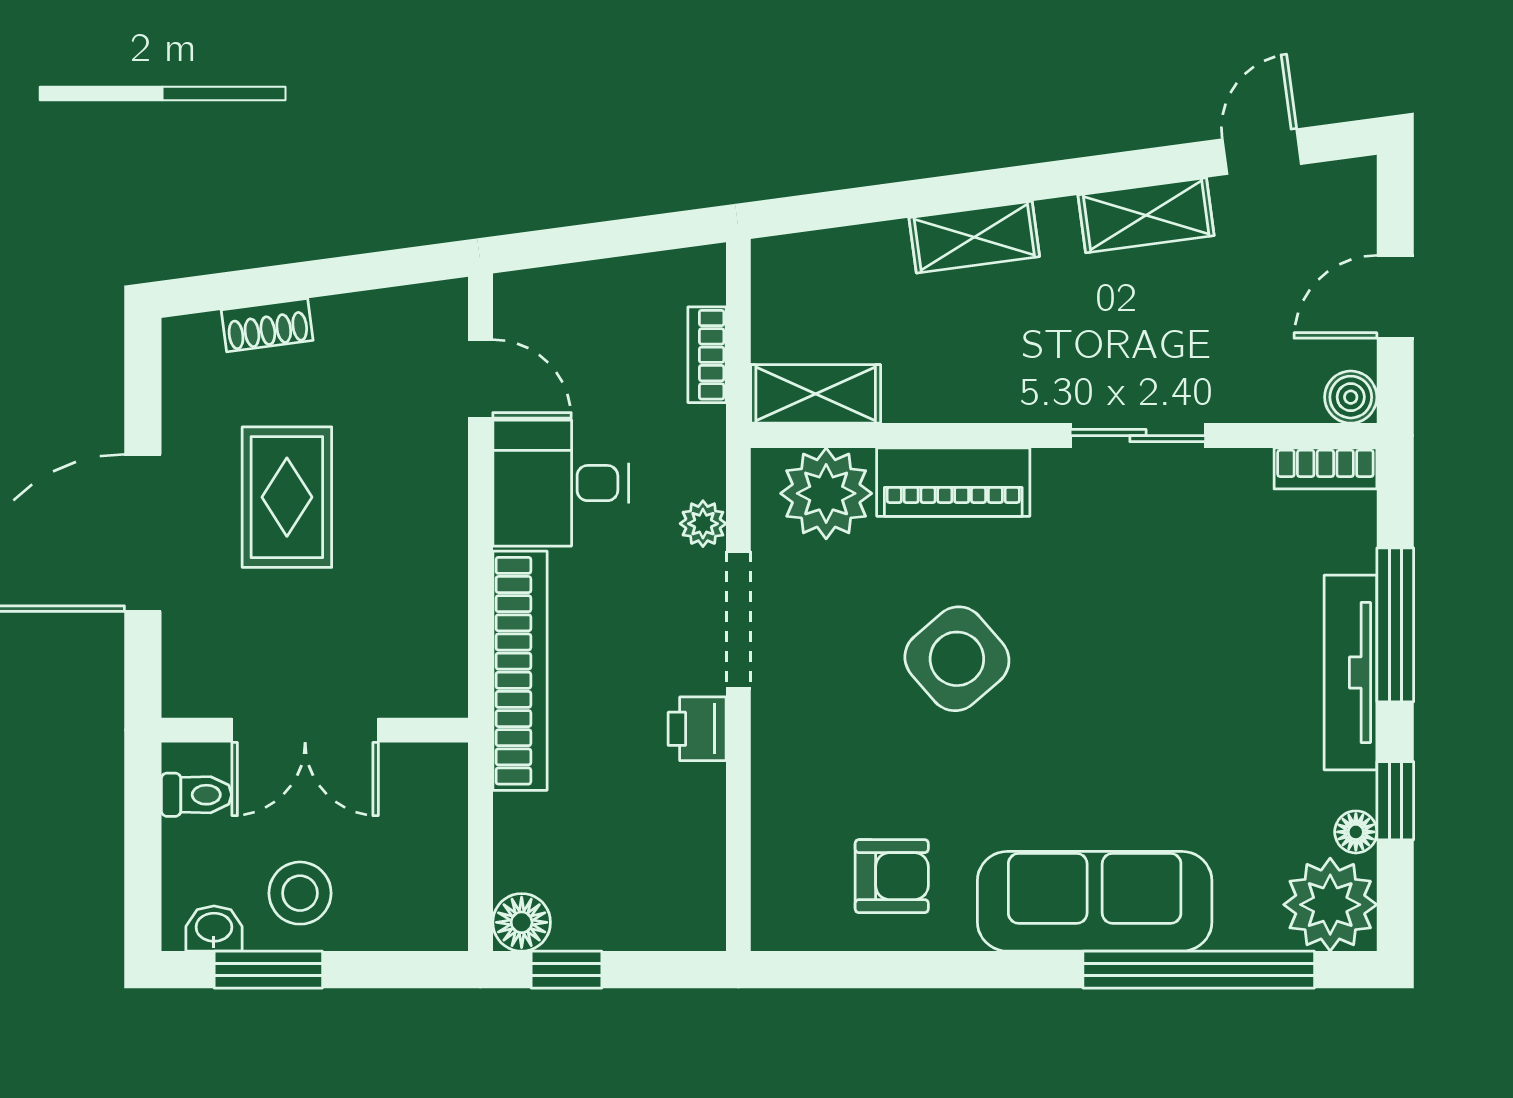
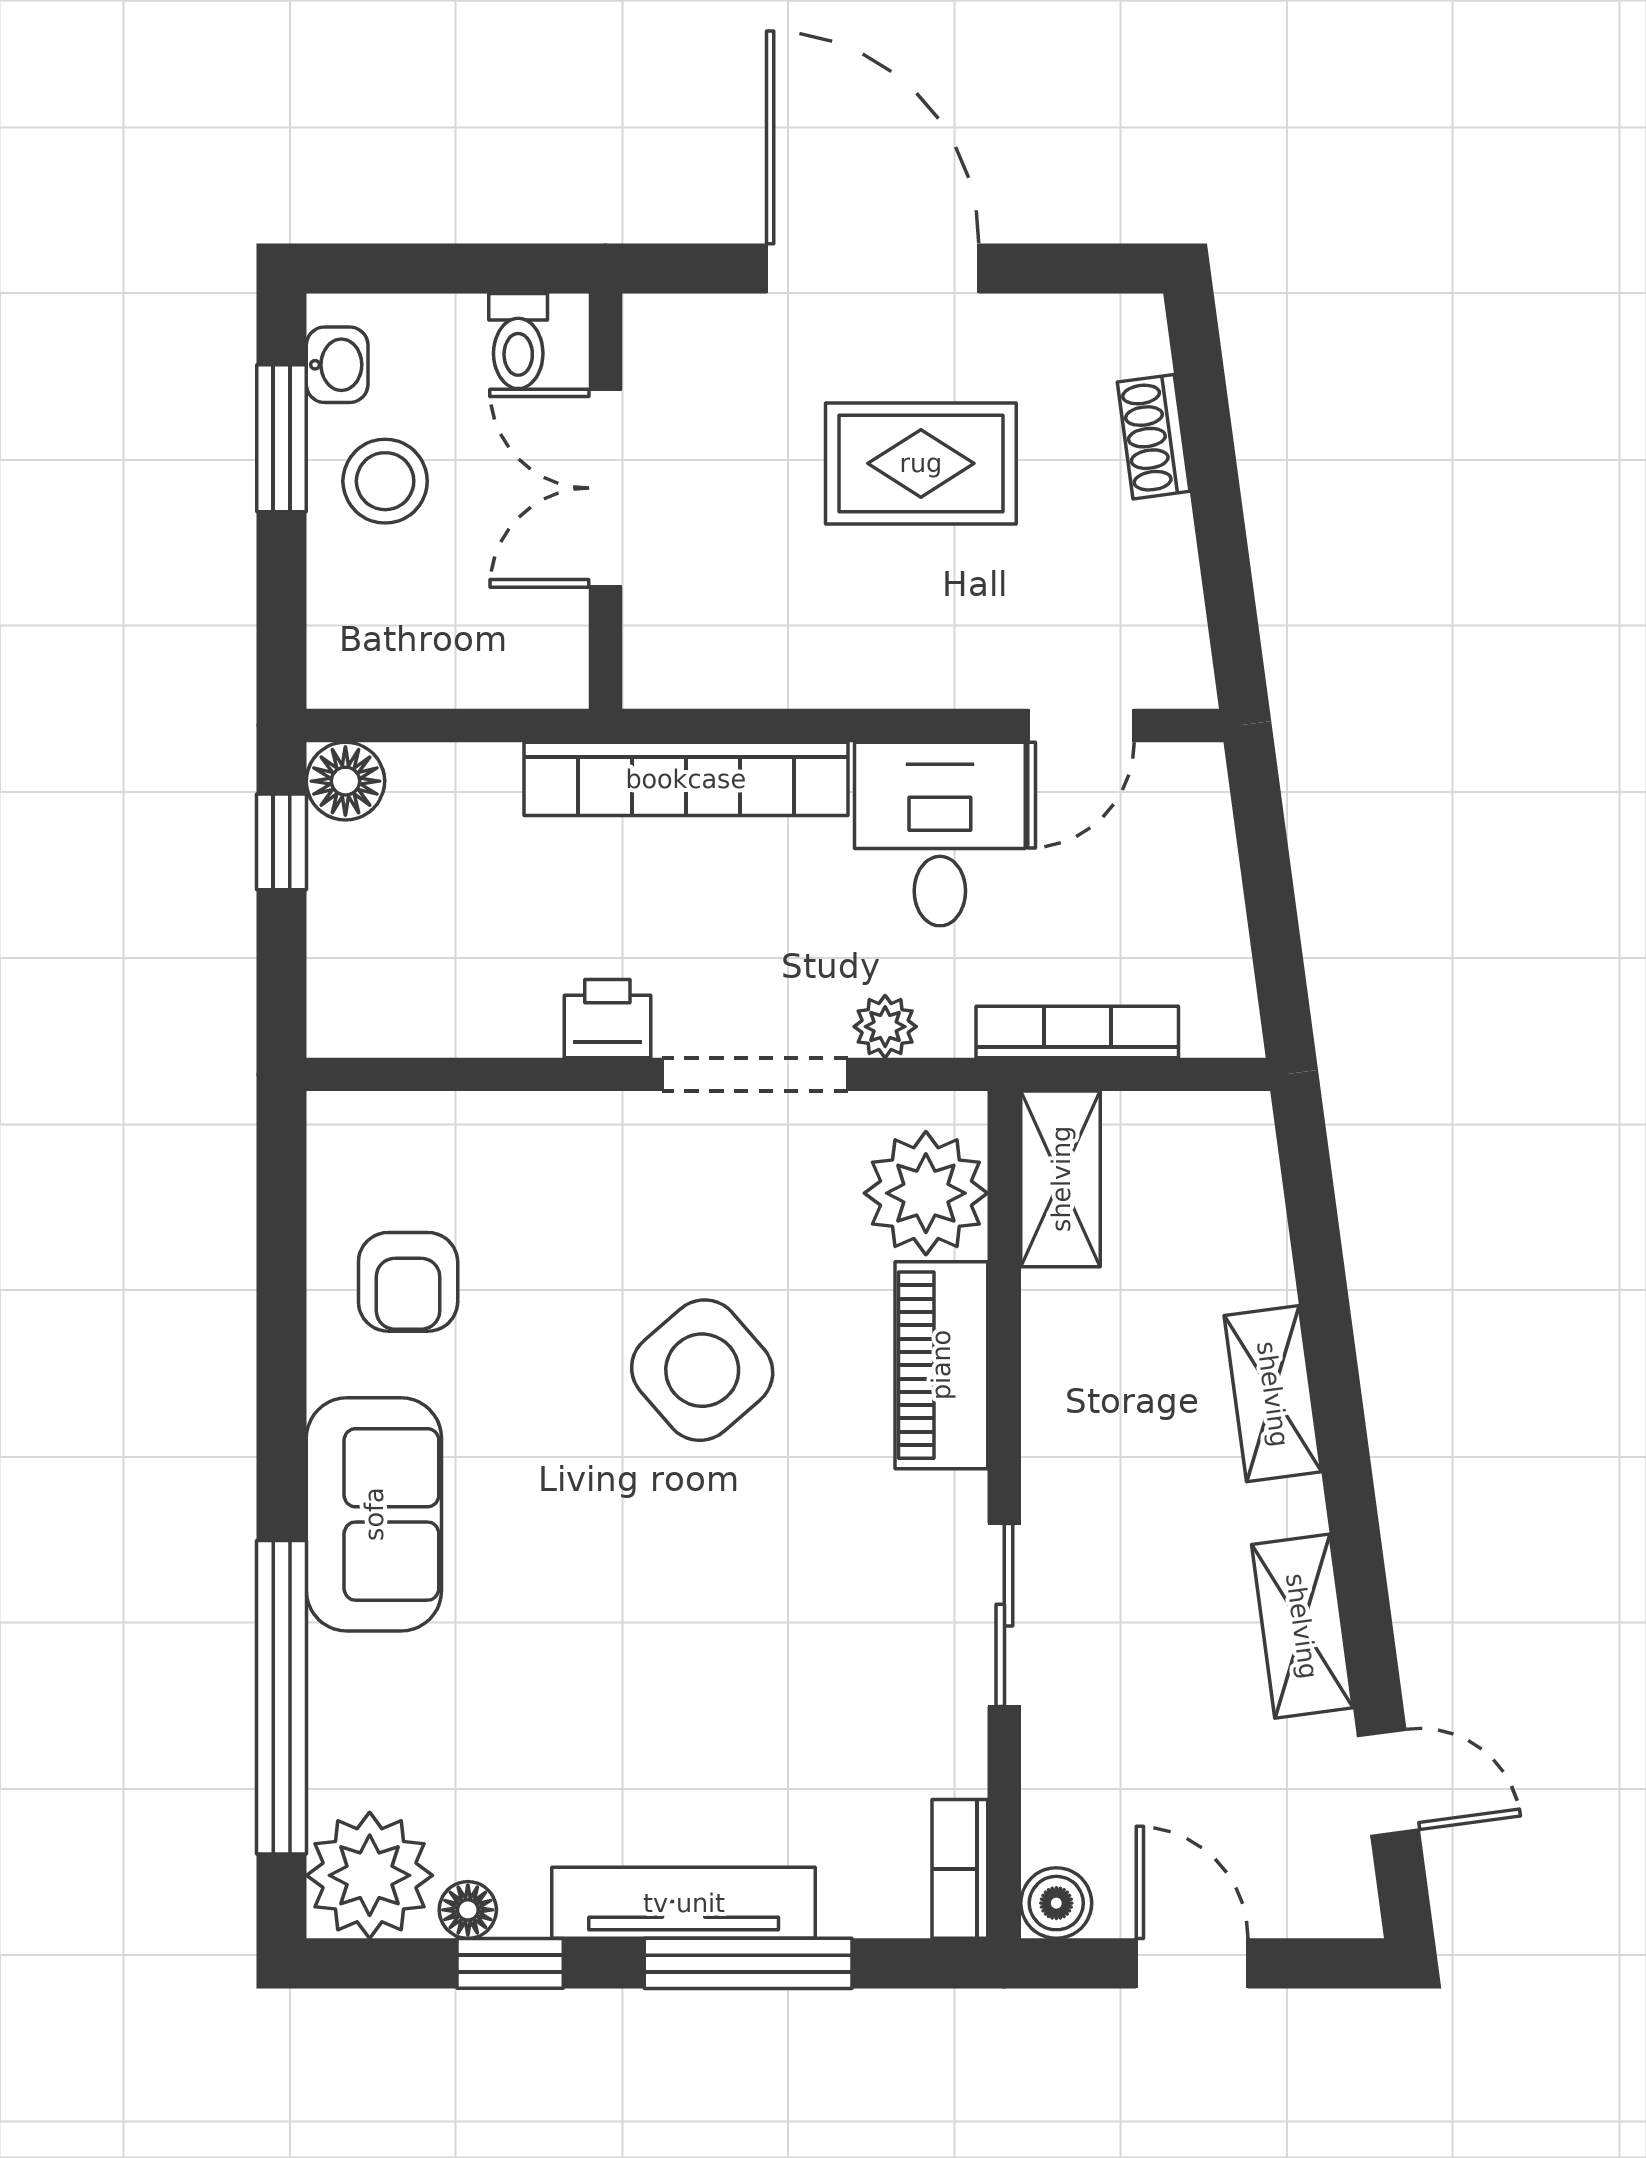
bookcase: (707, 355) -> (1077, 1032), width x1.56
sofa: (1095, 901) -> (374, 1514), width x0.73

